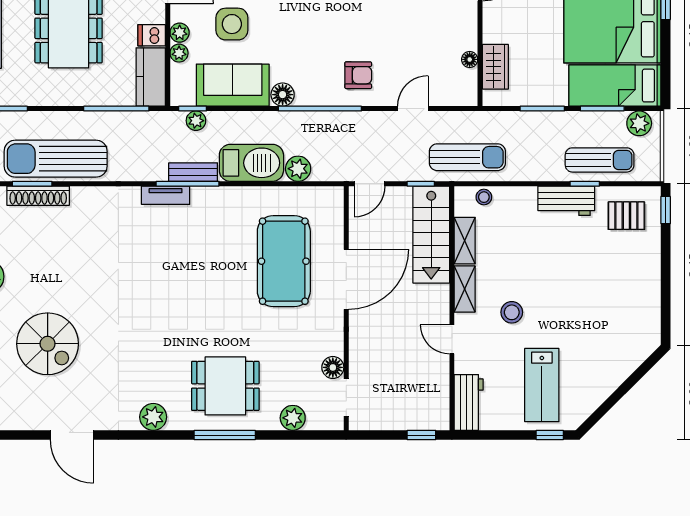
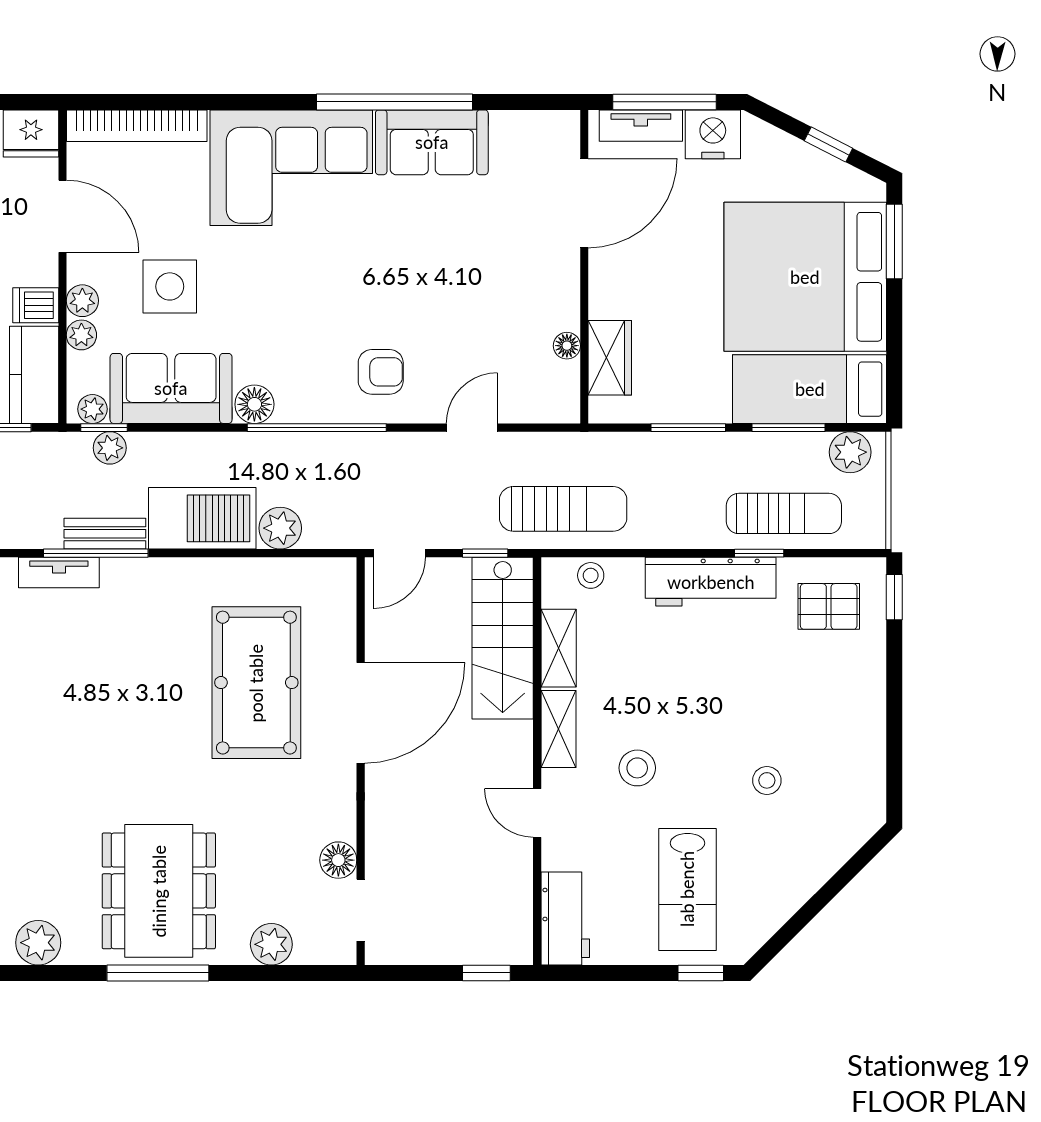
plant: (186, 97) -> (92, 409), added
workbench: (566, 201) -> (711, 582), width x1.37
stool: (589, 320) -> (767, 780), added
dining table: (225, 386) -> (159, 891), width x1.38

